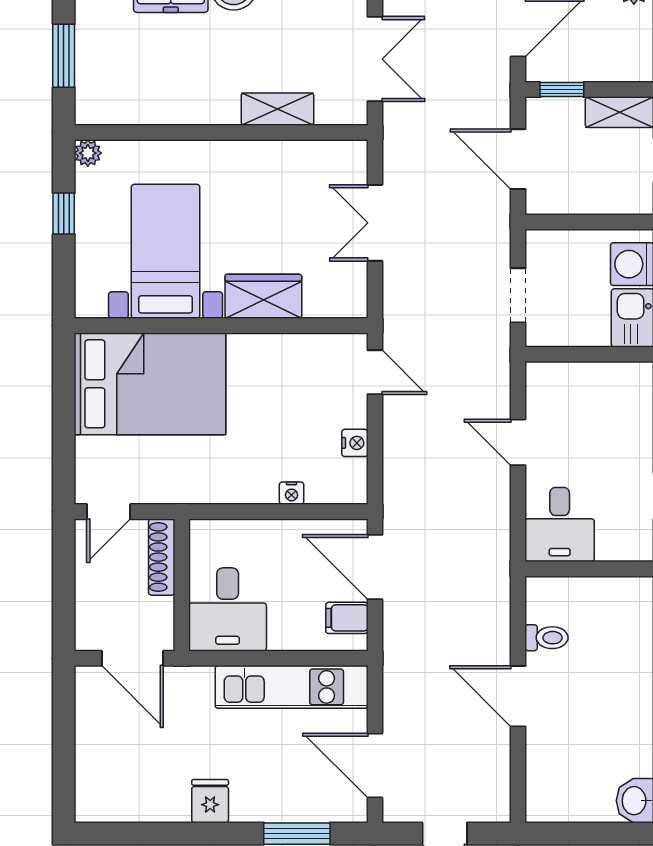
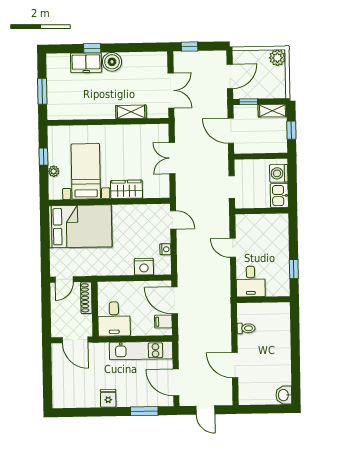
plant: (88, 153) -> (54, 171), moved
nightstand: (292, 493) -> (144, 267), width x1.89, depth x1.79
door: (518, 696) -> (235, 365), moved

